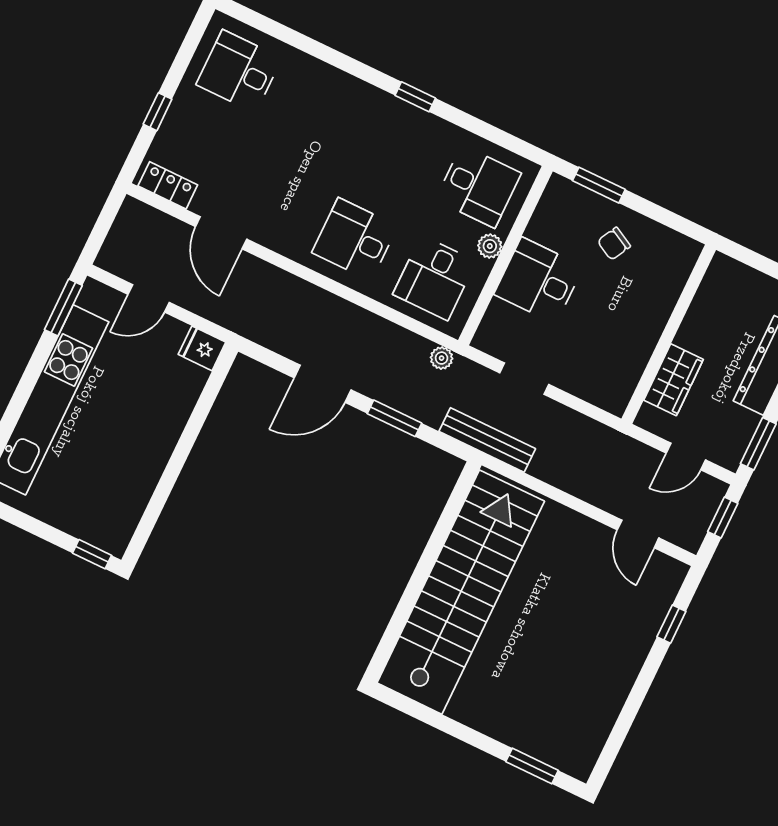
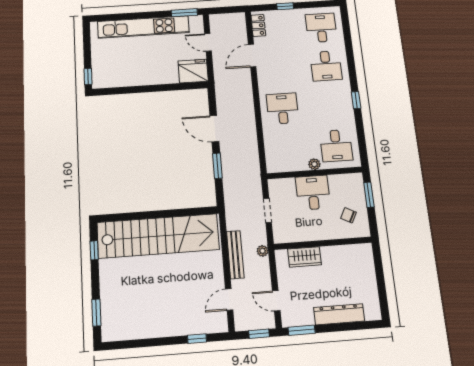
desk: (434, 278) -> (326, 66), moved, turned -90
wall: (669, 334) -> (323, 243), moved
fridge: (202, 348) -> (193, 71), width x1.88, depth x1.34
plant: (442, 358) -> (262, 251), moved
wardrobe: (674, 380) -> (304, 257), moved
bench: (487, 440) -> (235, 255), moved
window: (423, 714) -> (94, 250), added

